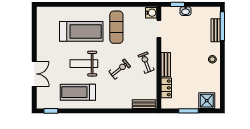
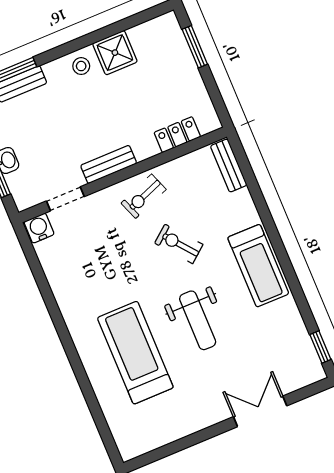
exercise mat: (116, 27) -> (97, 286), removed
bench: (166, 65) -> (109, 164), moved
treadmill: (78, 92) -> (258, 266), moved
shower: (207, 101) -> (115, 53), moved
window: (188, 111) -> (195, 47), moved

